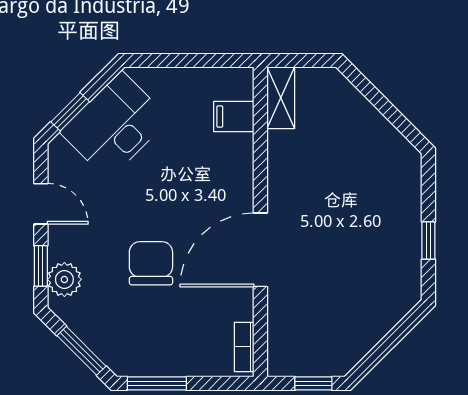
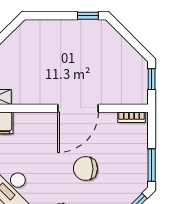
window: (428, 240) -> (88, 16), moved
door: (260, 250) -> (78, 108), hinge flipped

